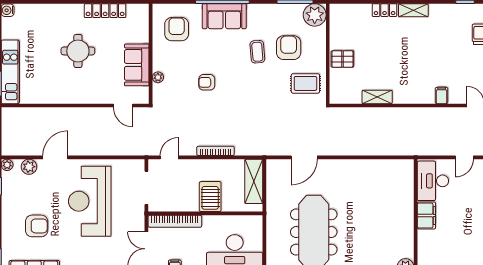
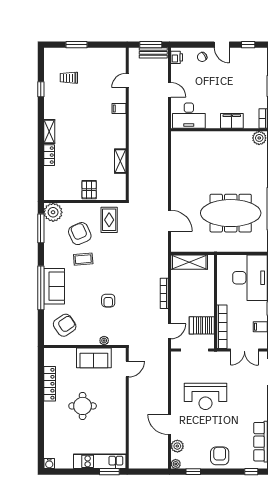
armchair: (177, 29) -> (65, 325), turned 146
armchair: (289, 48) -> (80, 234), turned 66
door: (169, 157) -> (170, 331), swing flipped
server rack: (210, 197) -> (202, 325), moved
reception desk: (90, 201) -> (205, 396), width x0.74, depth x0.77
filing cabinet: (426, 216) -> (232, 121), moved
armchair: (37, 226) -> (220, 456), moved

